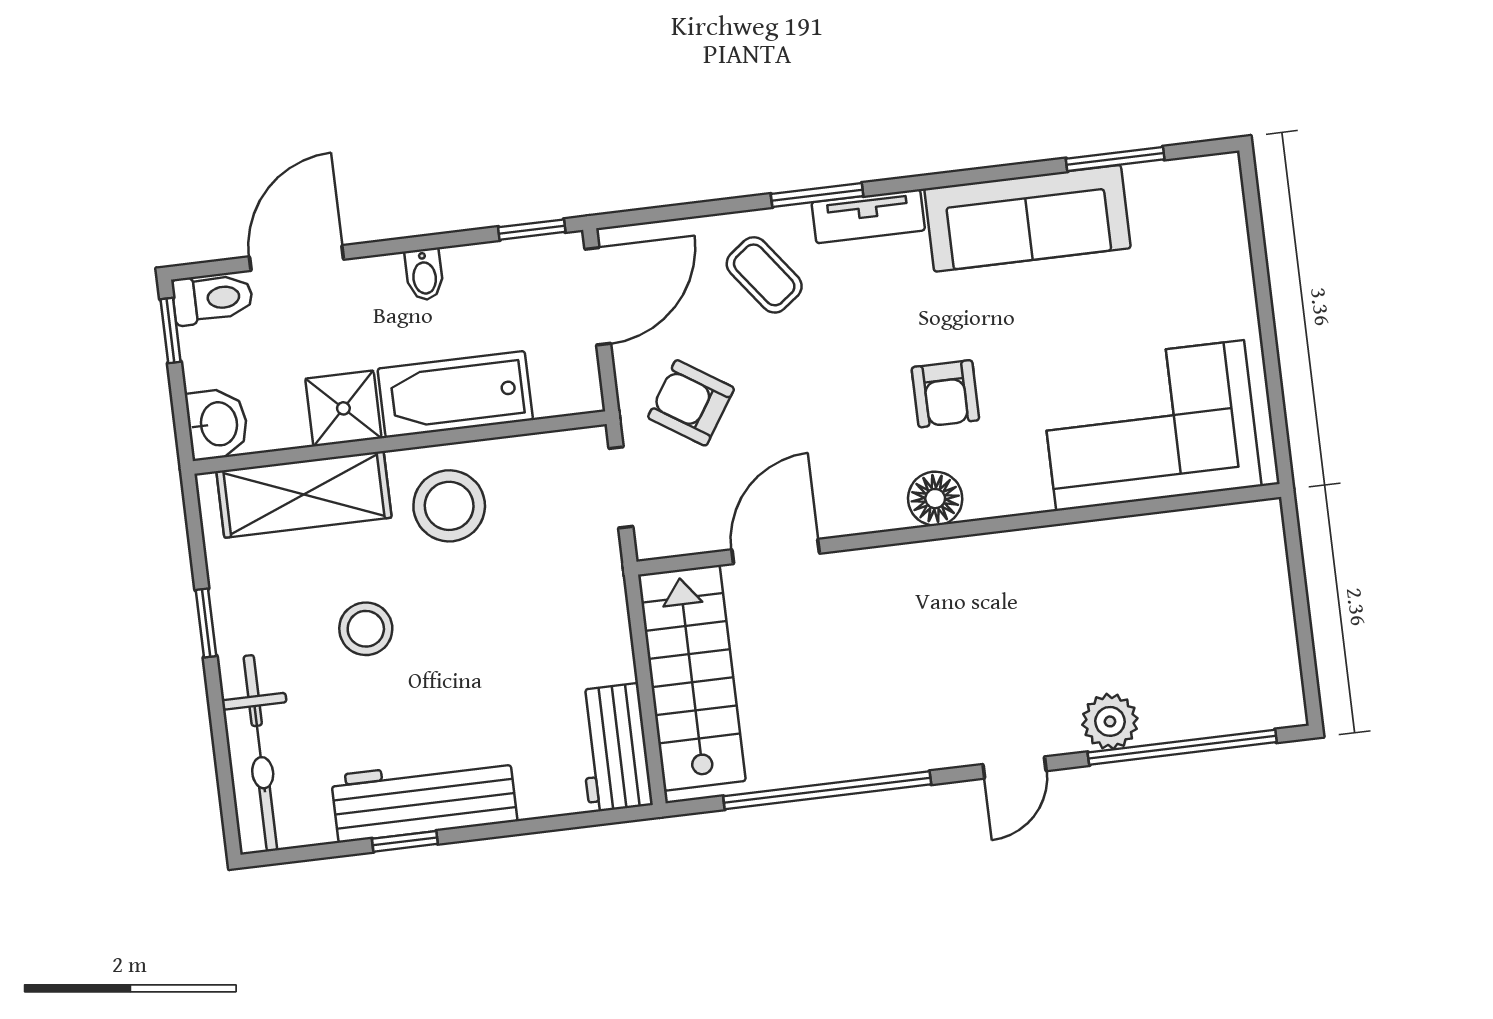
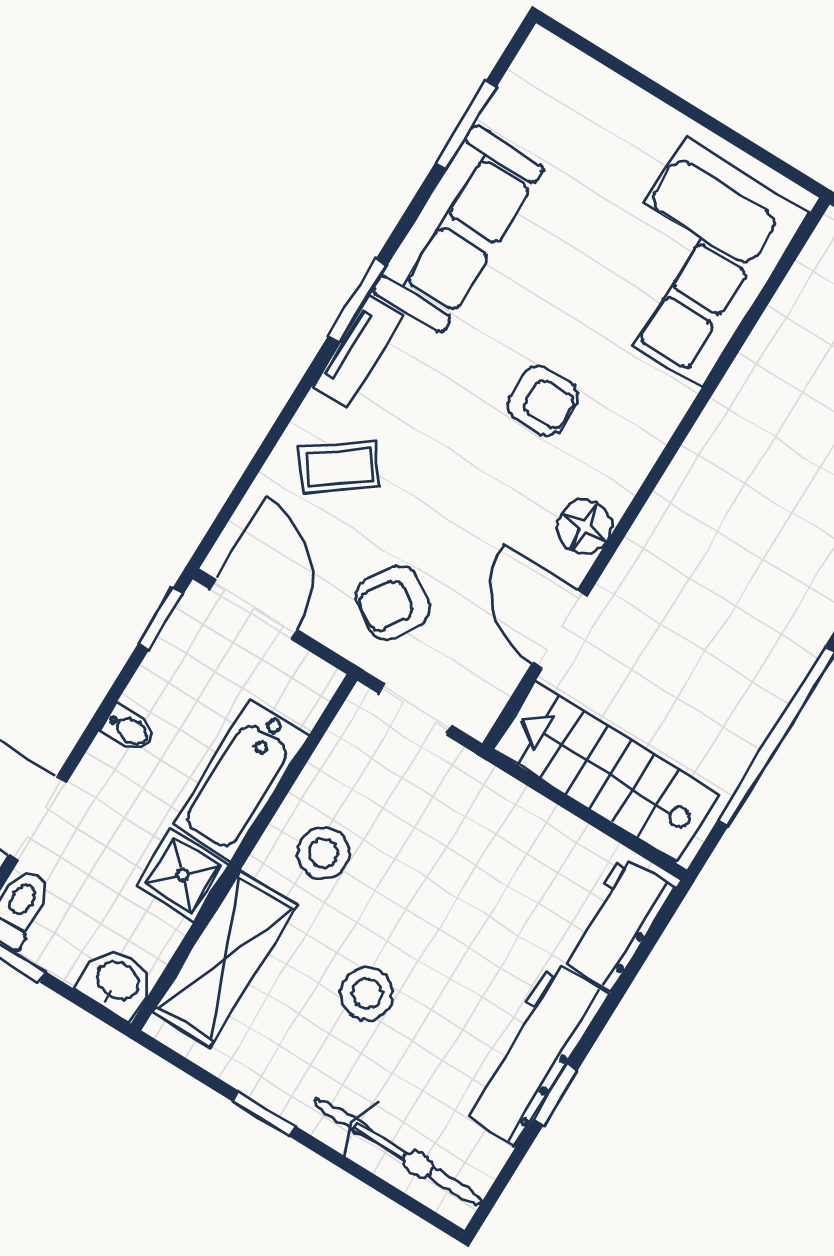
window: (817, 195) -> (357, 301), moved
floor lamp: (935, 499) -> (584, 527), moved
stool: (449, 506) -> (323, 853), width x0.73, depth x0.73
workbench: (614, 748) -> (617, 923), moved, turned 90

